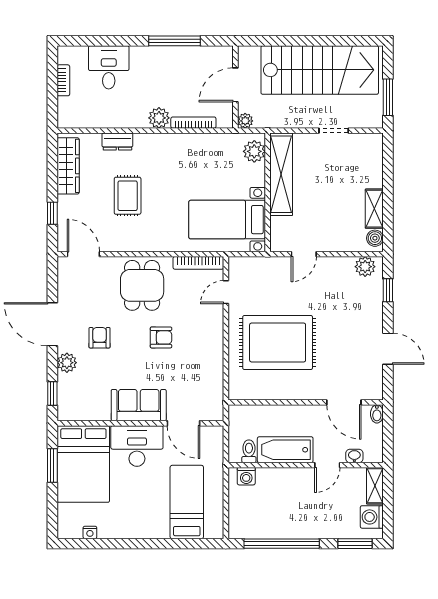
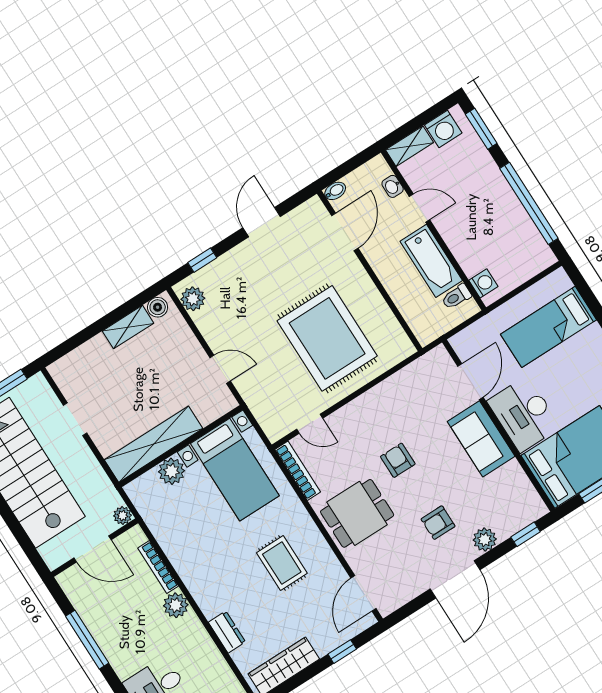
plant: (254, 151) -> (172, 471), moved
rug: (128, 196) -> (282, 563), moved, turned 90

